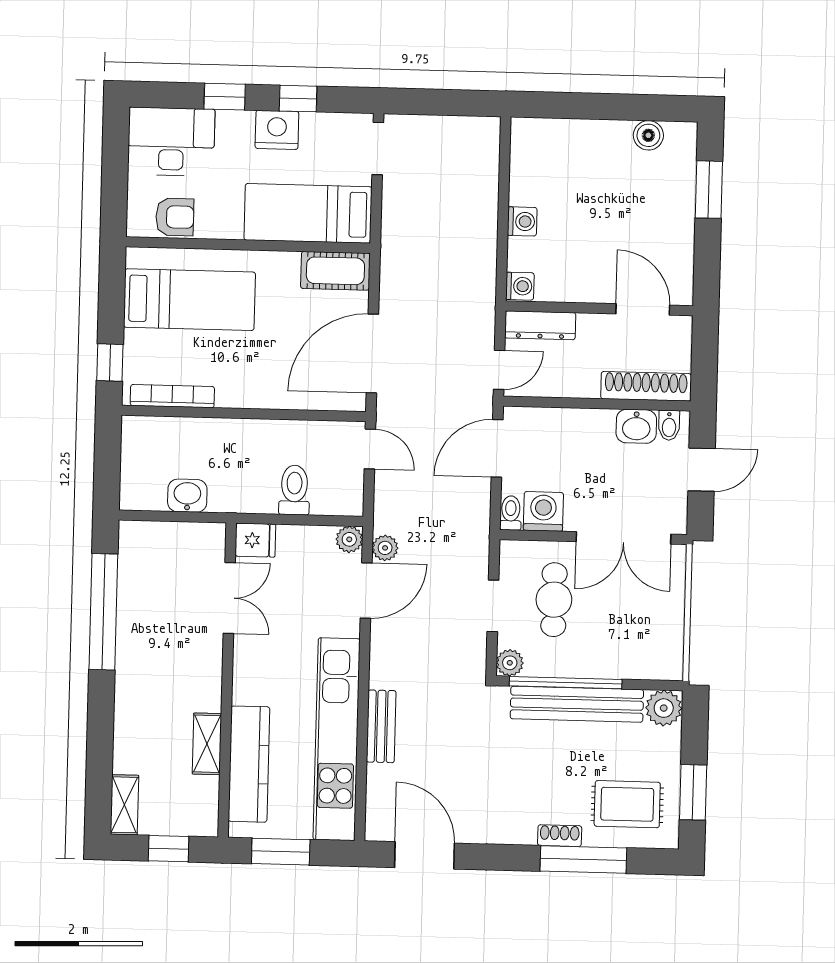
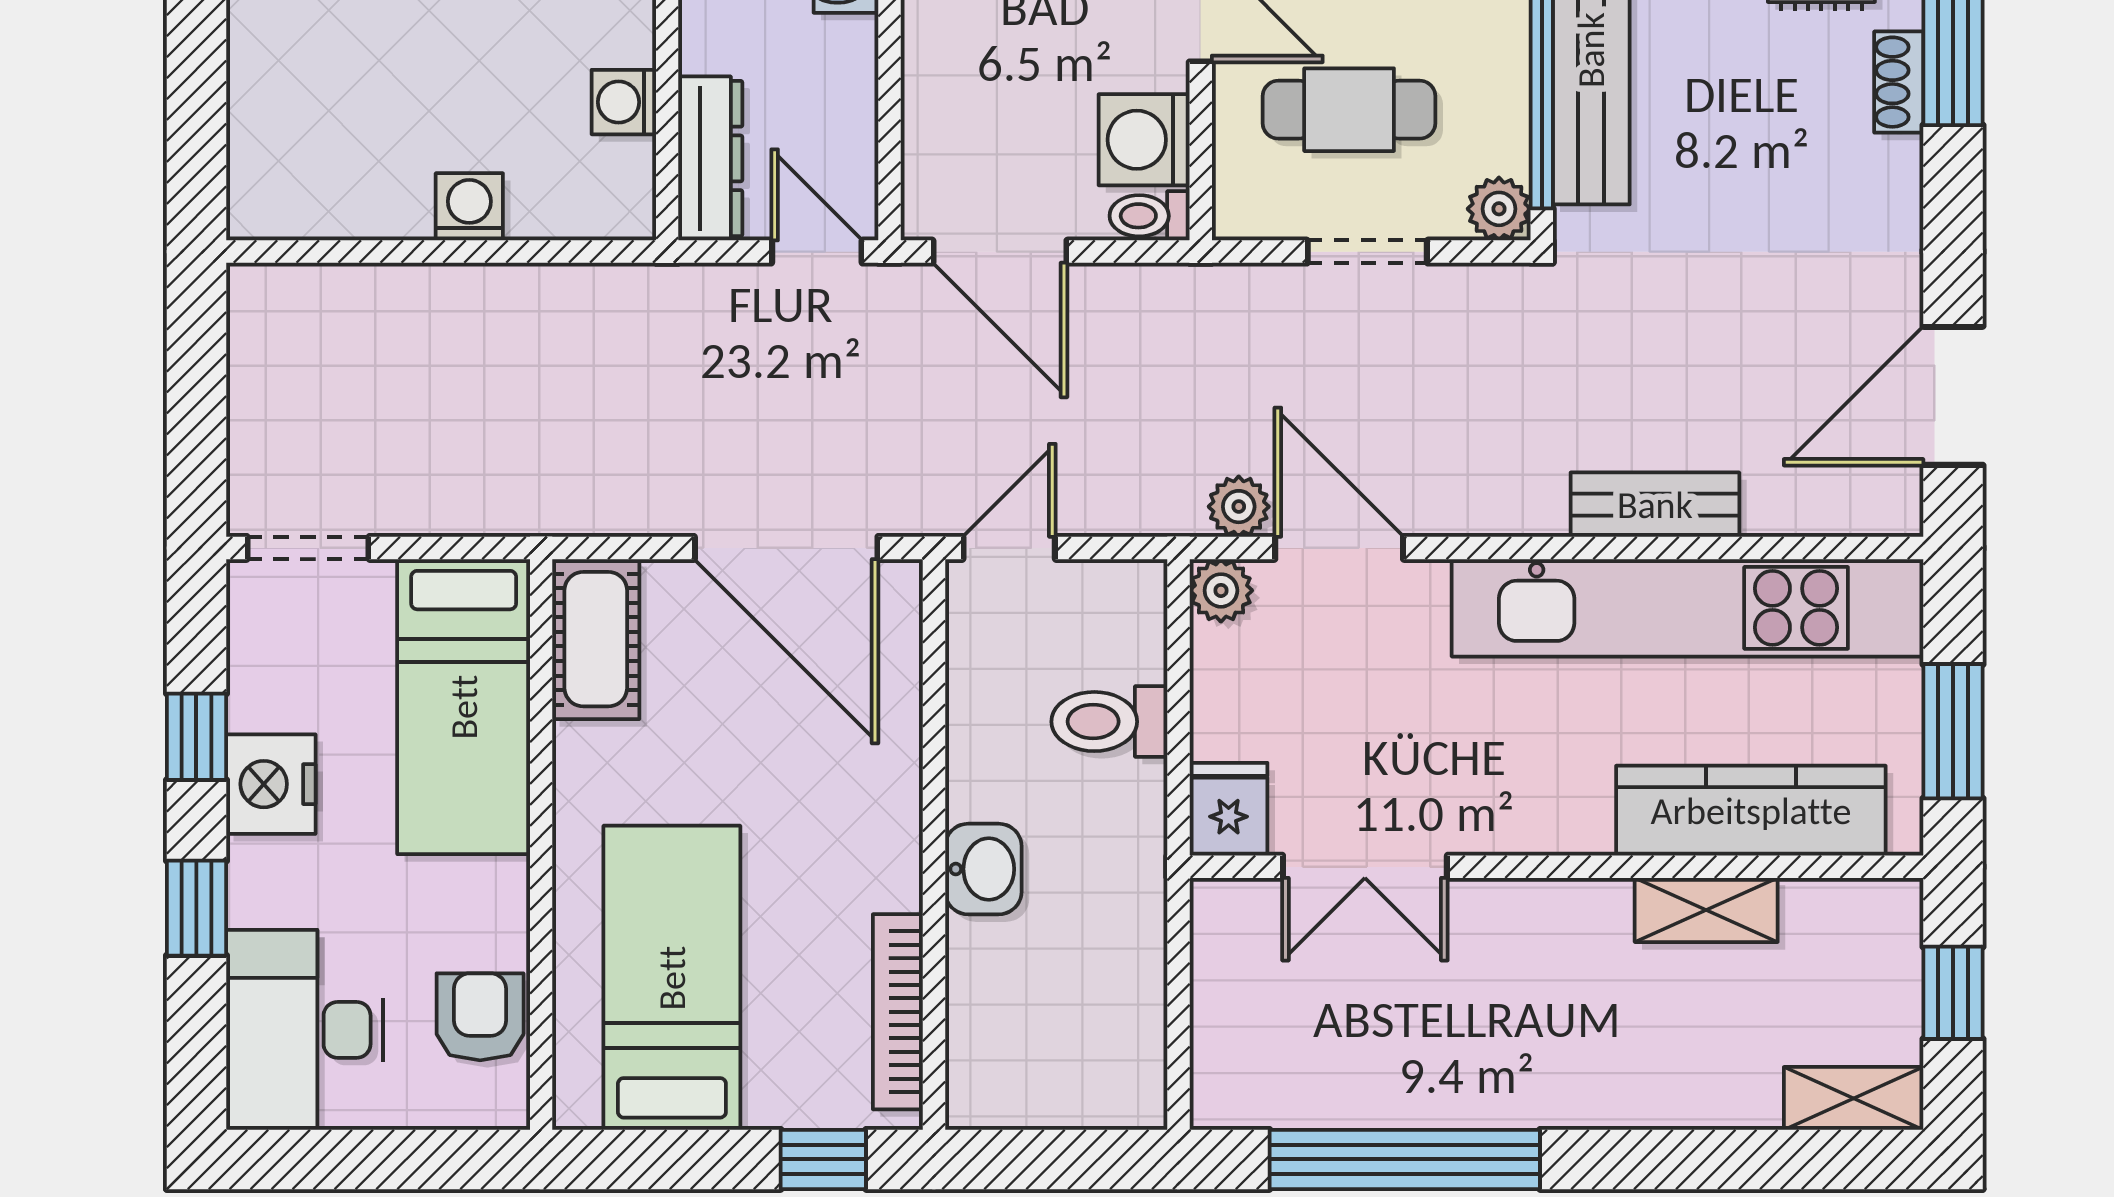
washing machine: (520, 286) -> (624, 102), moved, turned -90
washbasin: (187, 496) -> (983, 869), moved, turned 180
double door: (229, 598) -> (1365, 867), swing flipped

